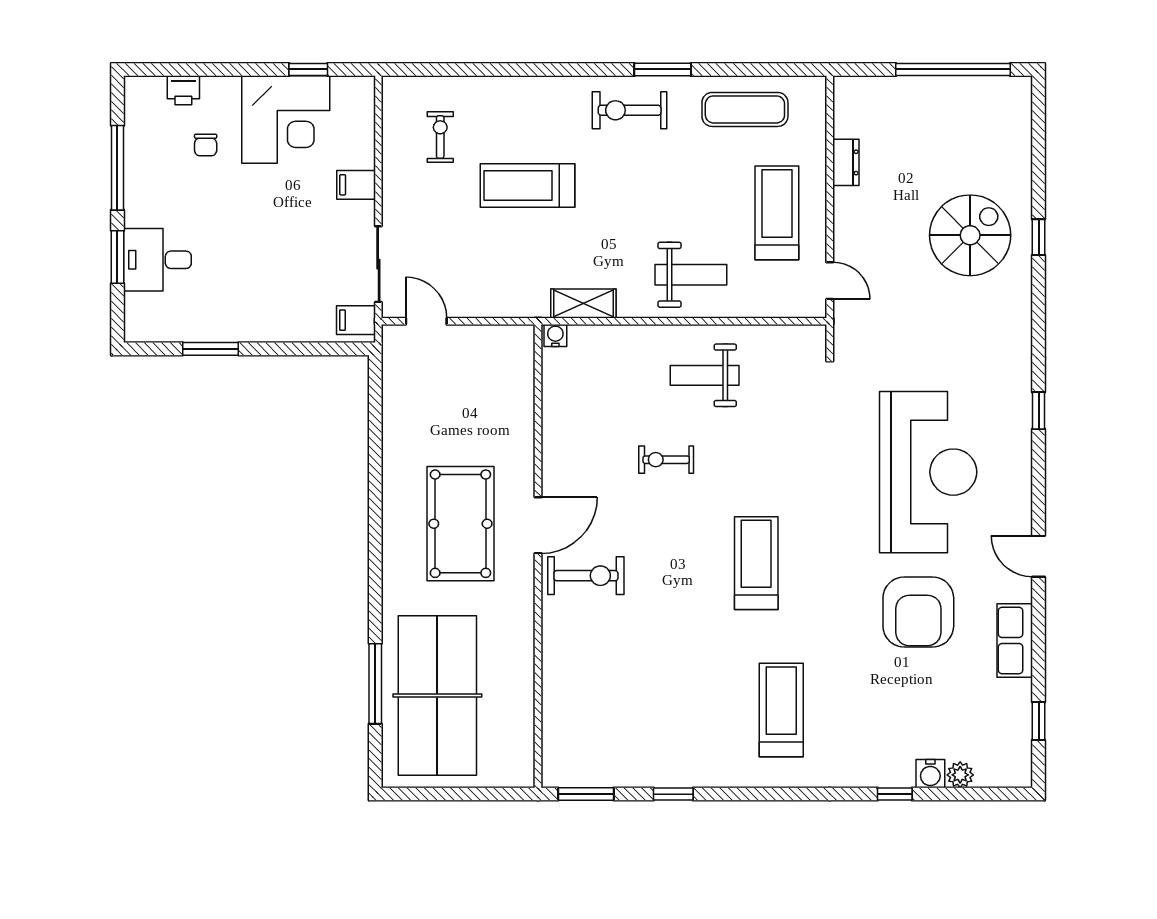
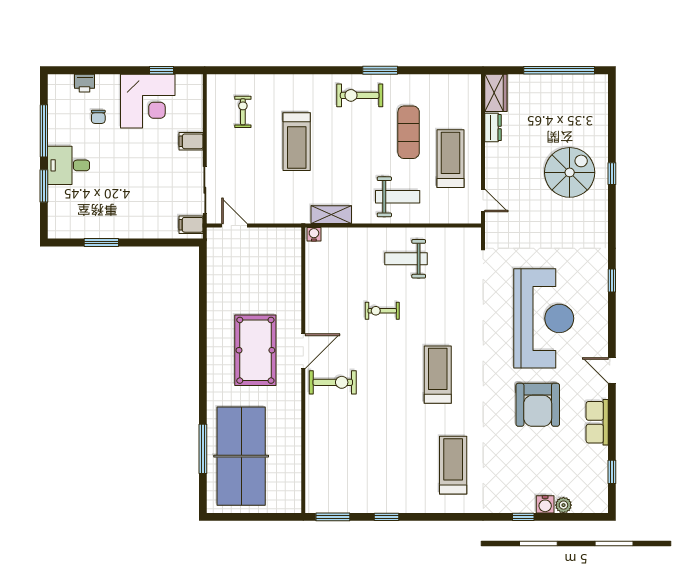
wardrobe: (851, 106) -> (496, 93), added
exercise mat: (745, 109) -> (409, 132), moved, turned 90
treadmill: (527, 185) -> (297, 142), turned -90
desk: (157, 260) -> (69, 165), moved

